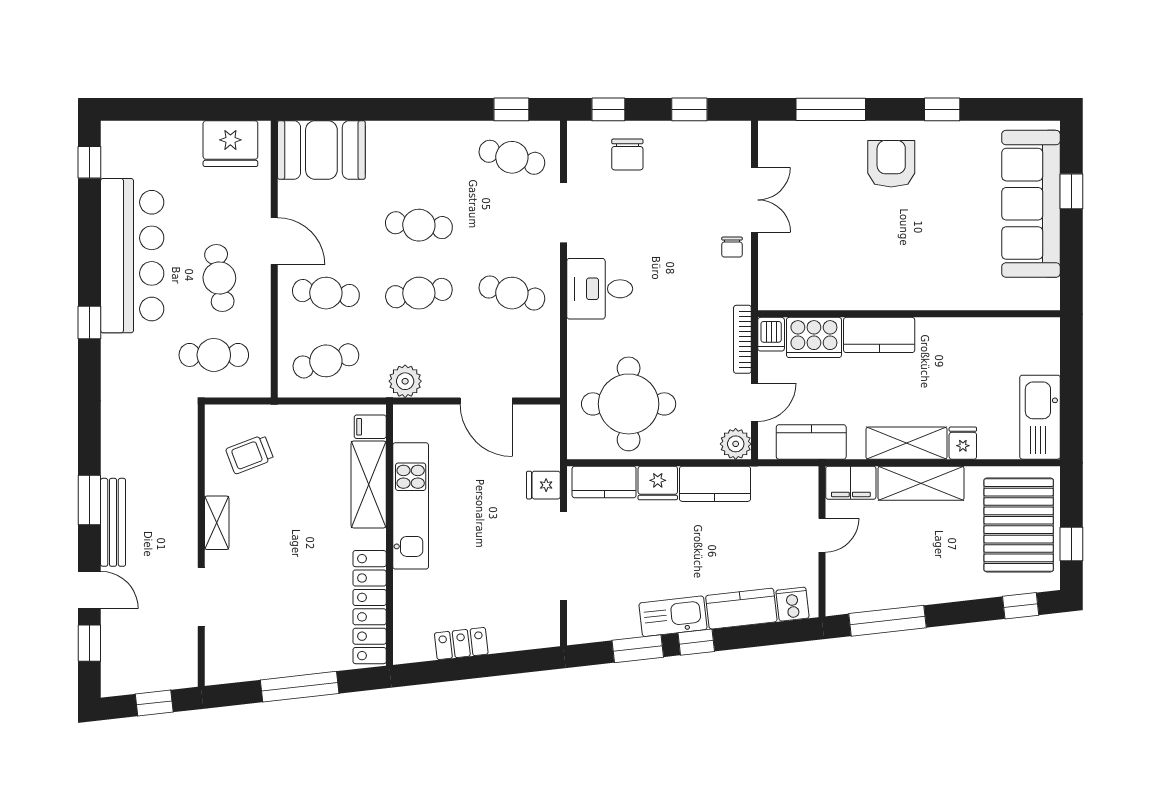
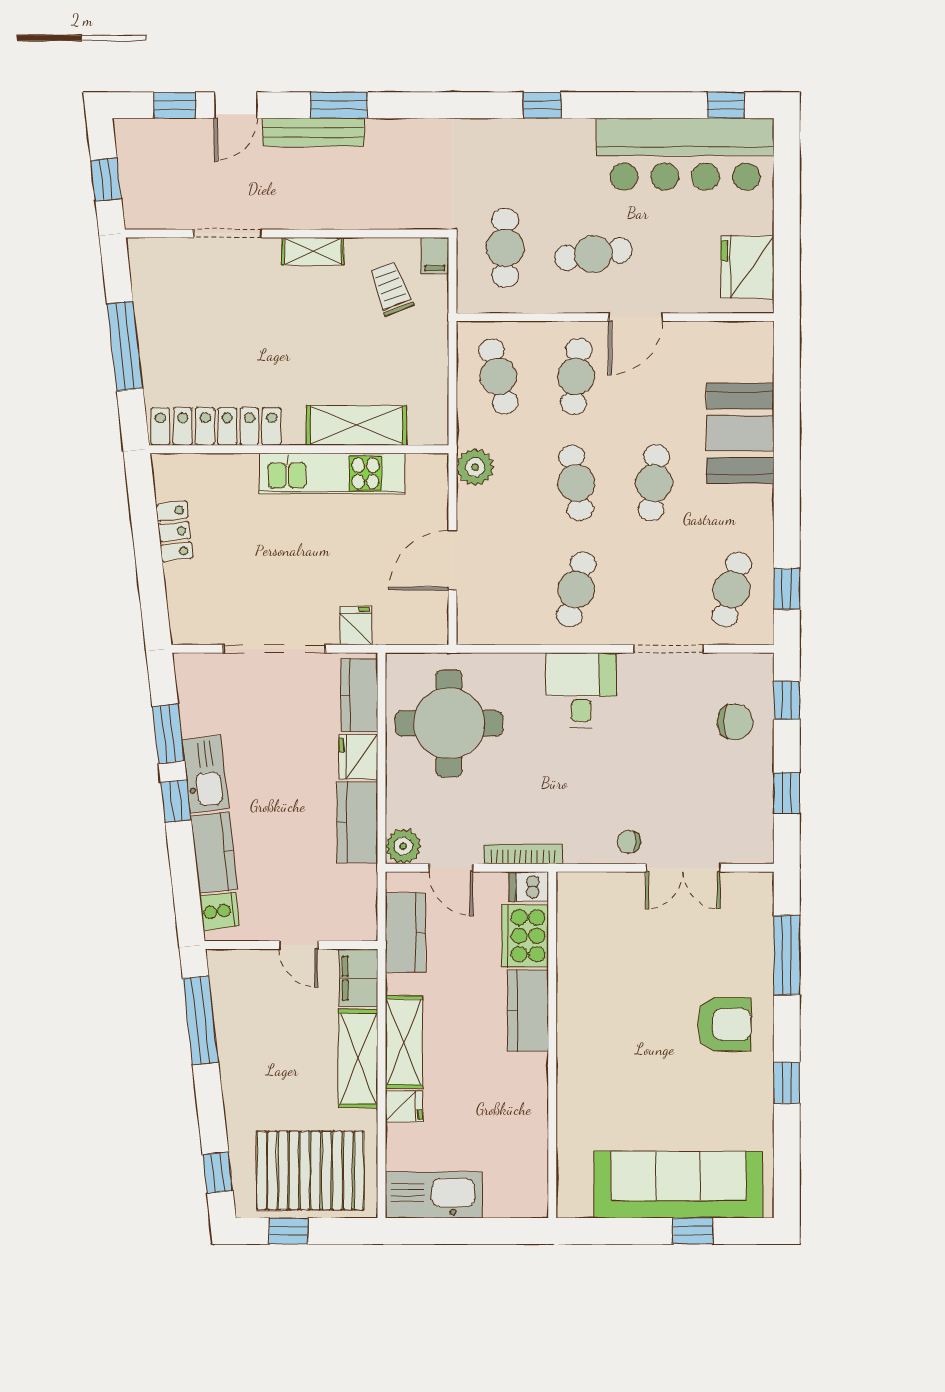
booth: (321, 150) -> (740, 433), moved
chair: (627, 154) -> (735, 722), turned 180
bar counter: (132, 256) -> (685, 154), moved
filing cabinet: (370, 427) -> (435, 255), moved, turned 180

